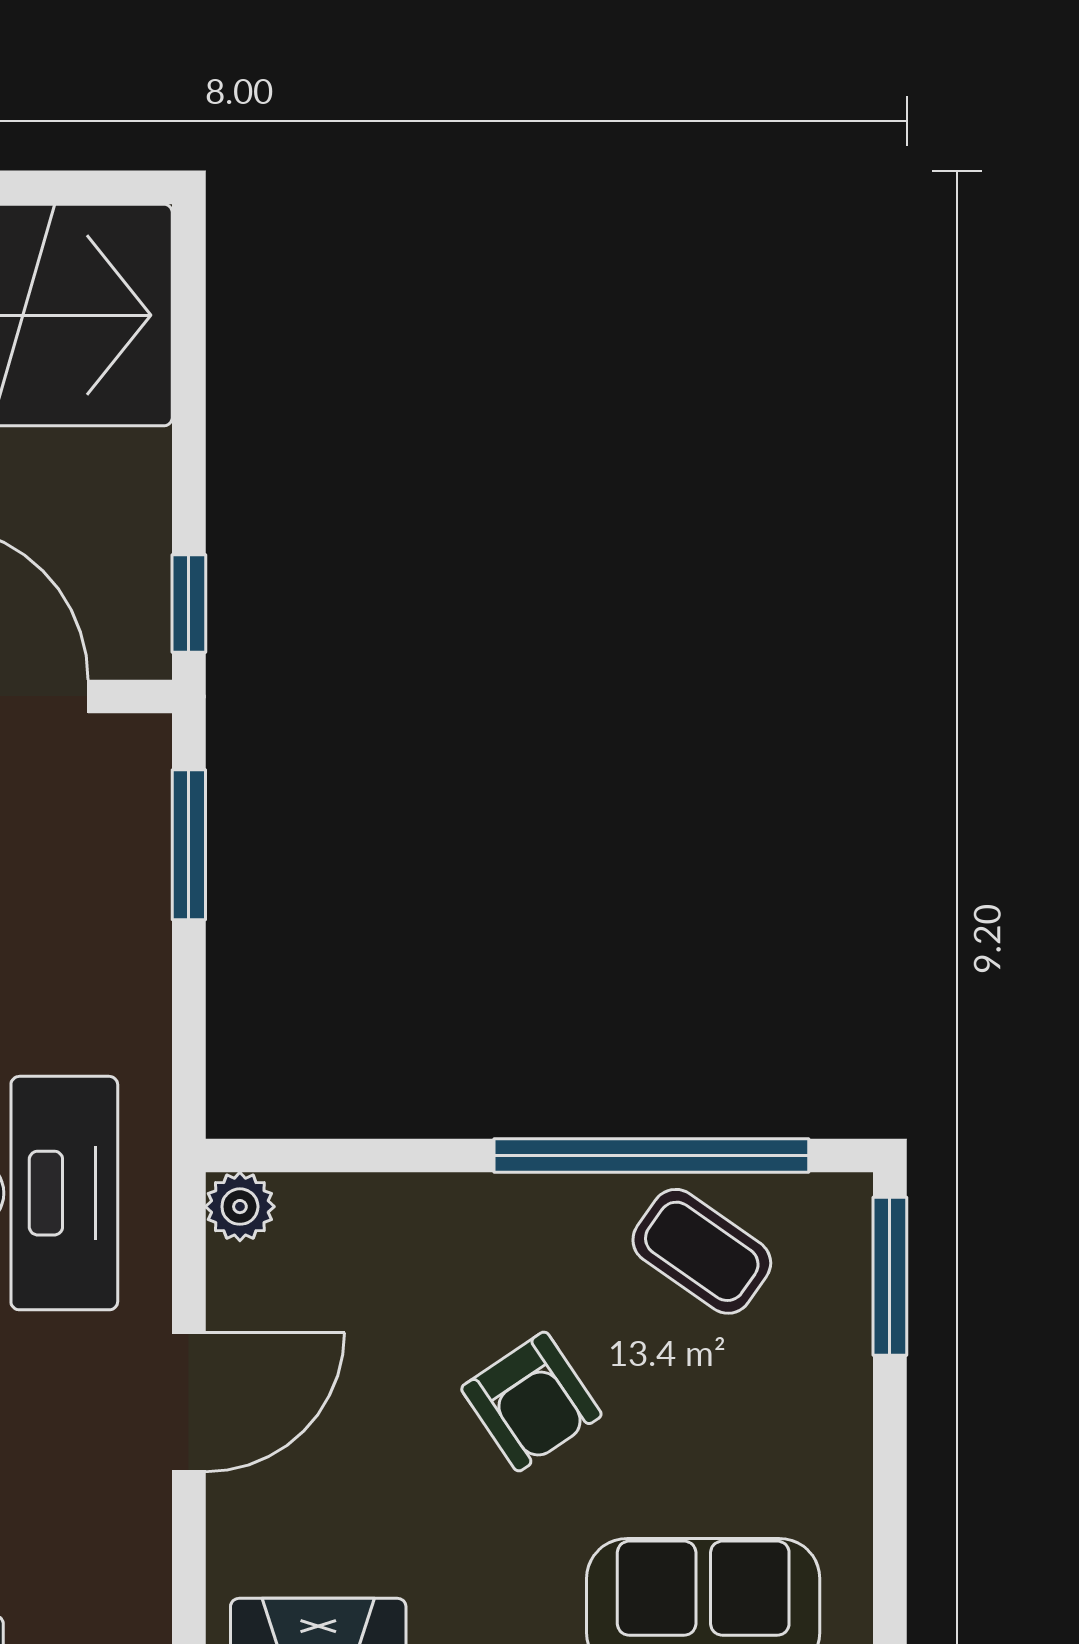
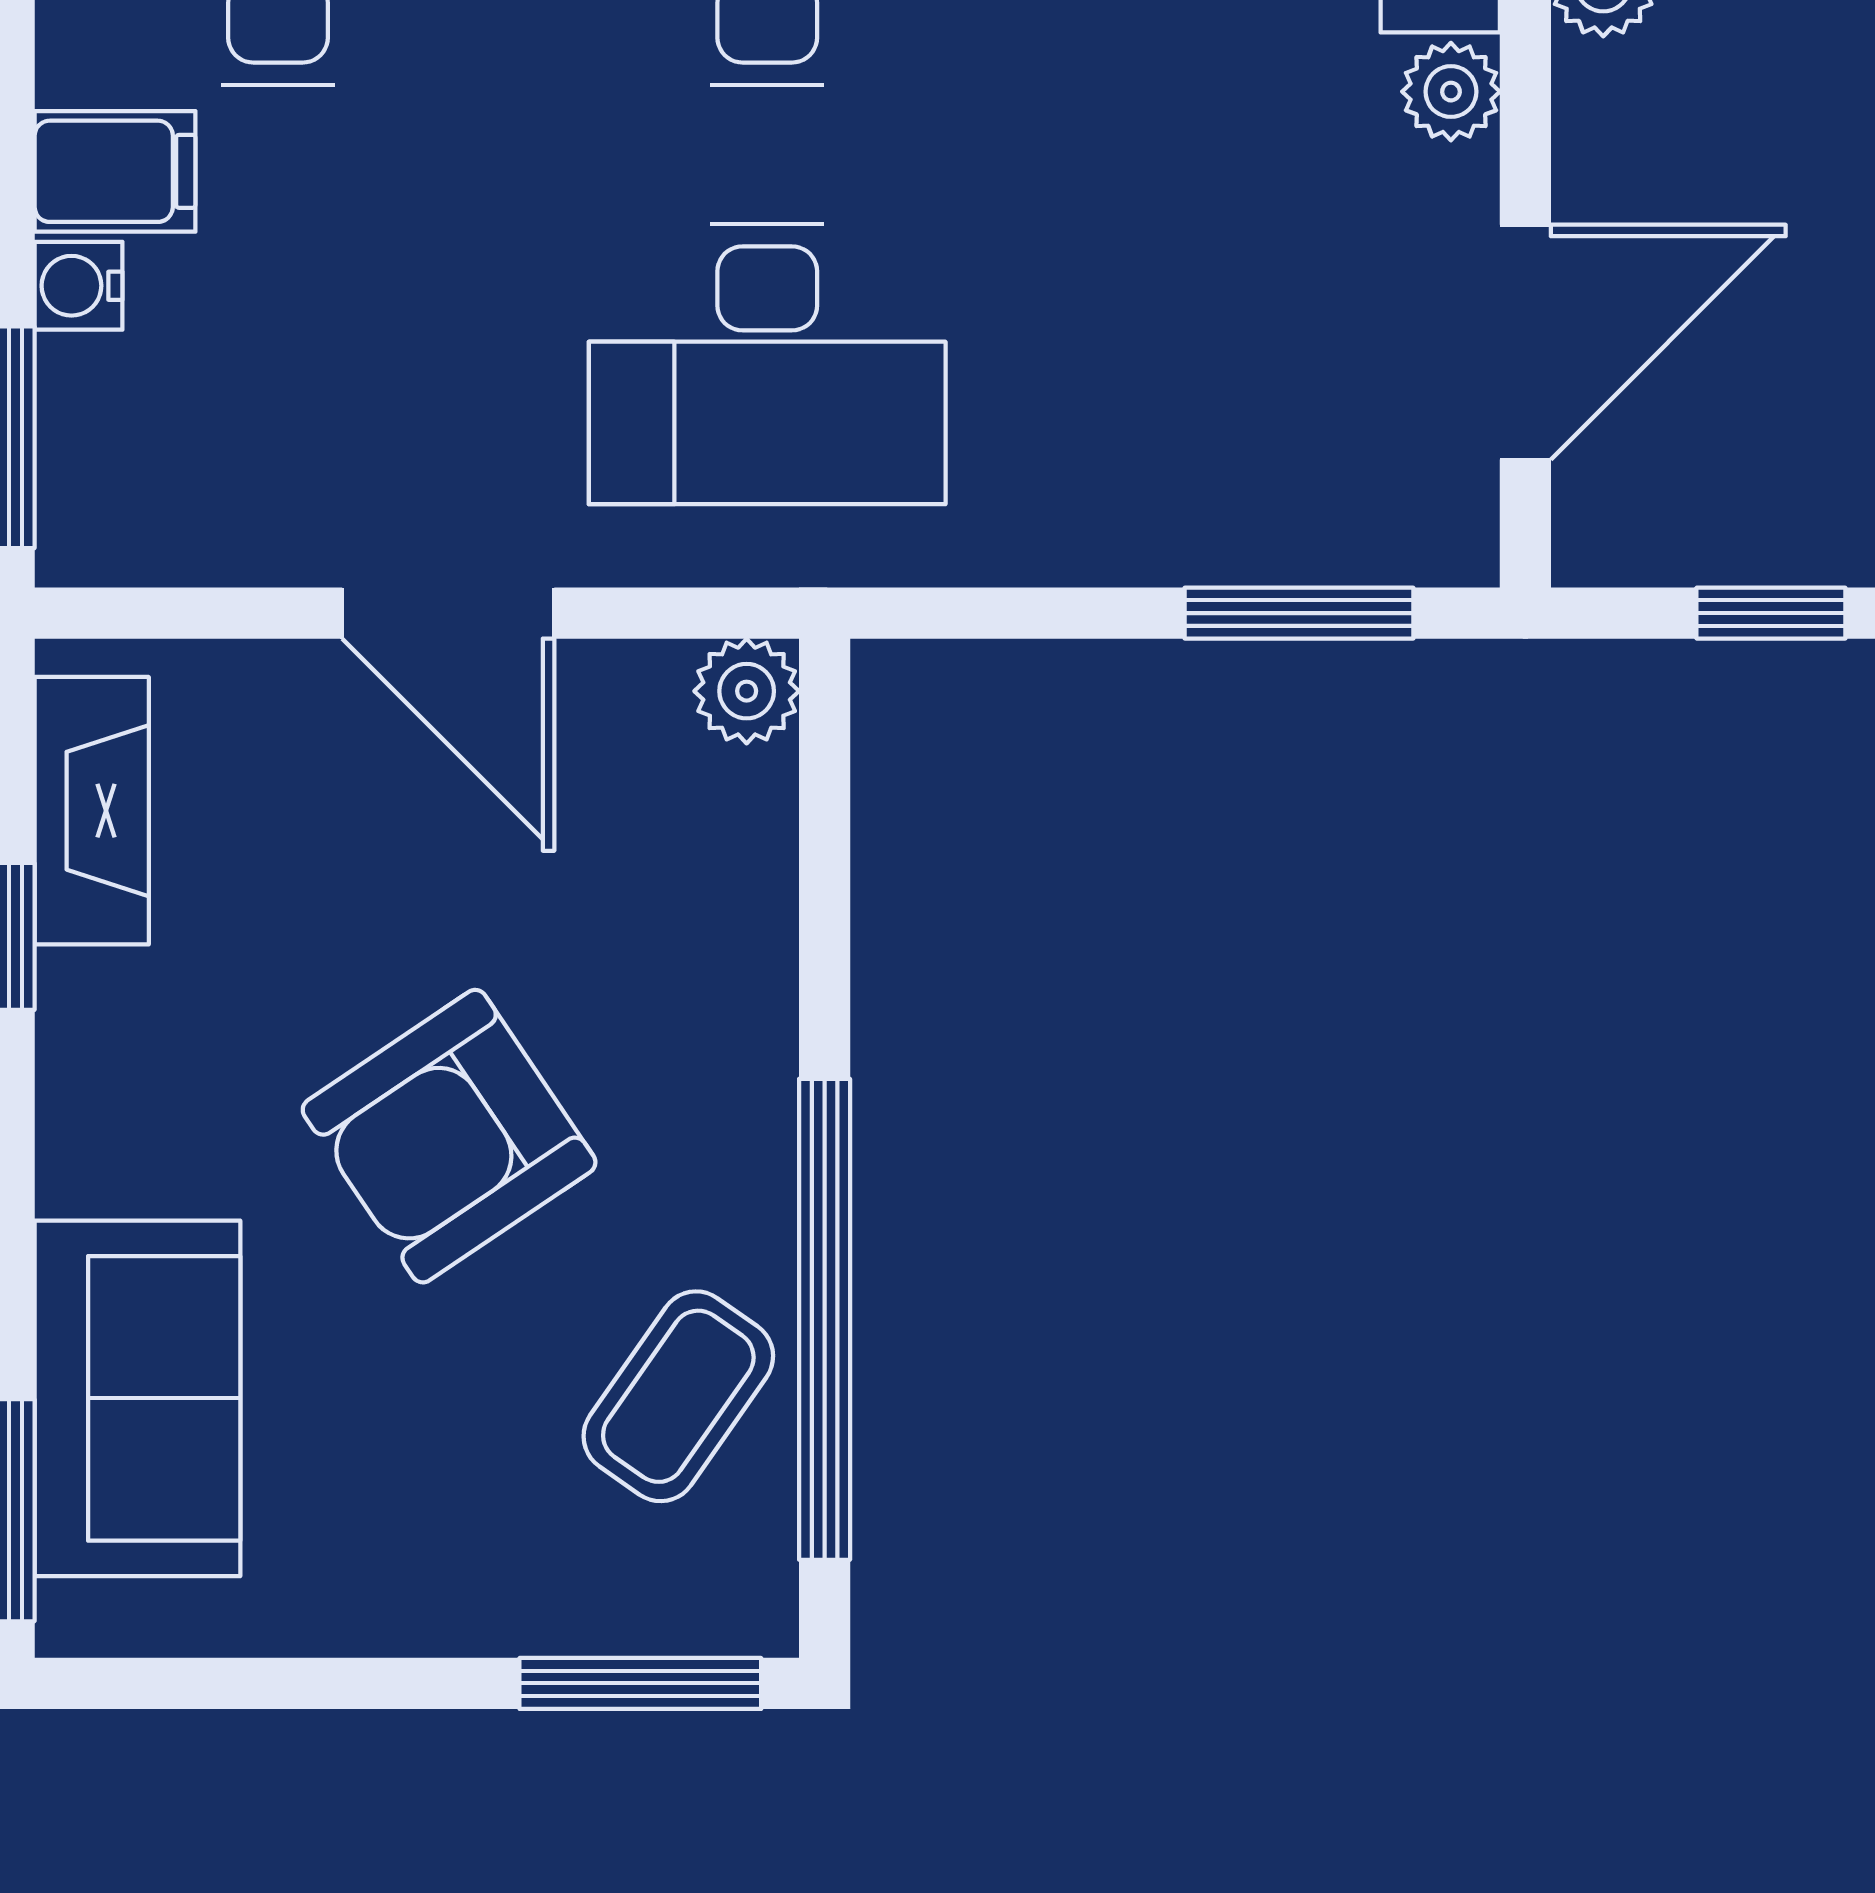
window: (189, 603) -> (1771, 613), moved
armchair: (531, 1401) -> (449, 1136), width x1.38, depth x1.38

